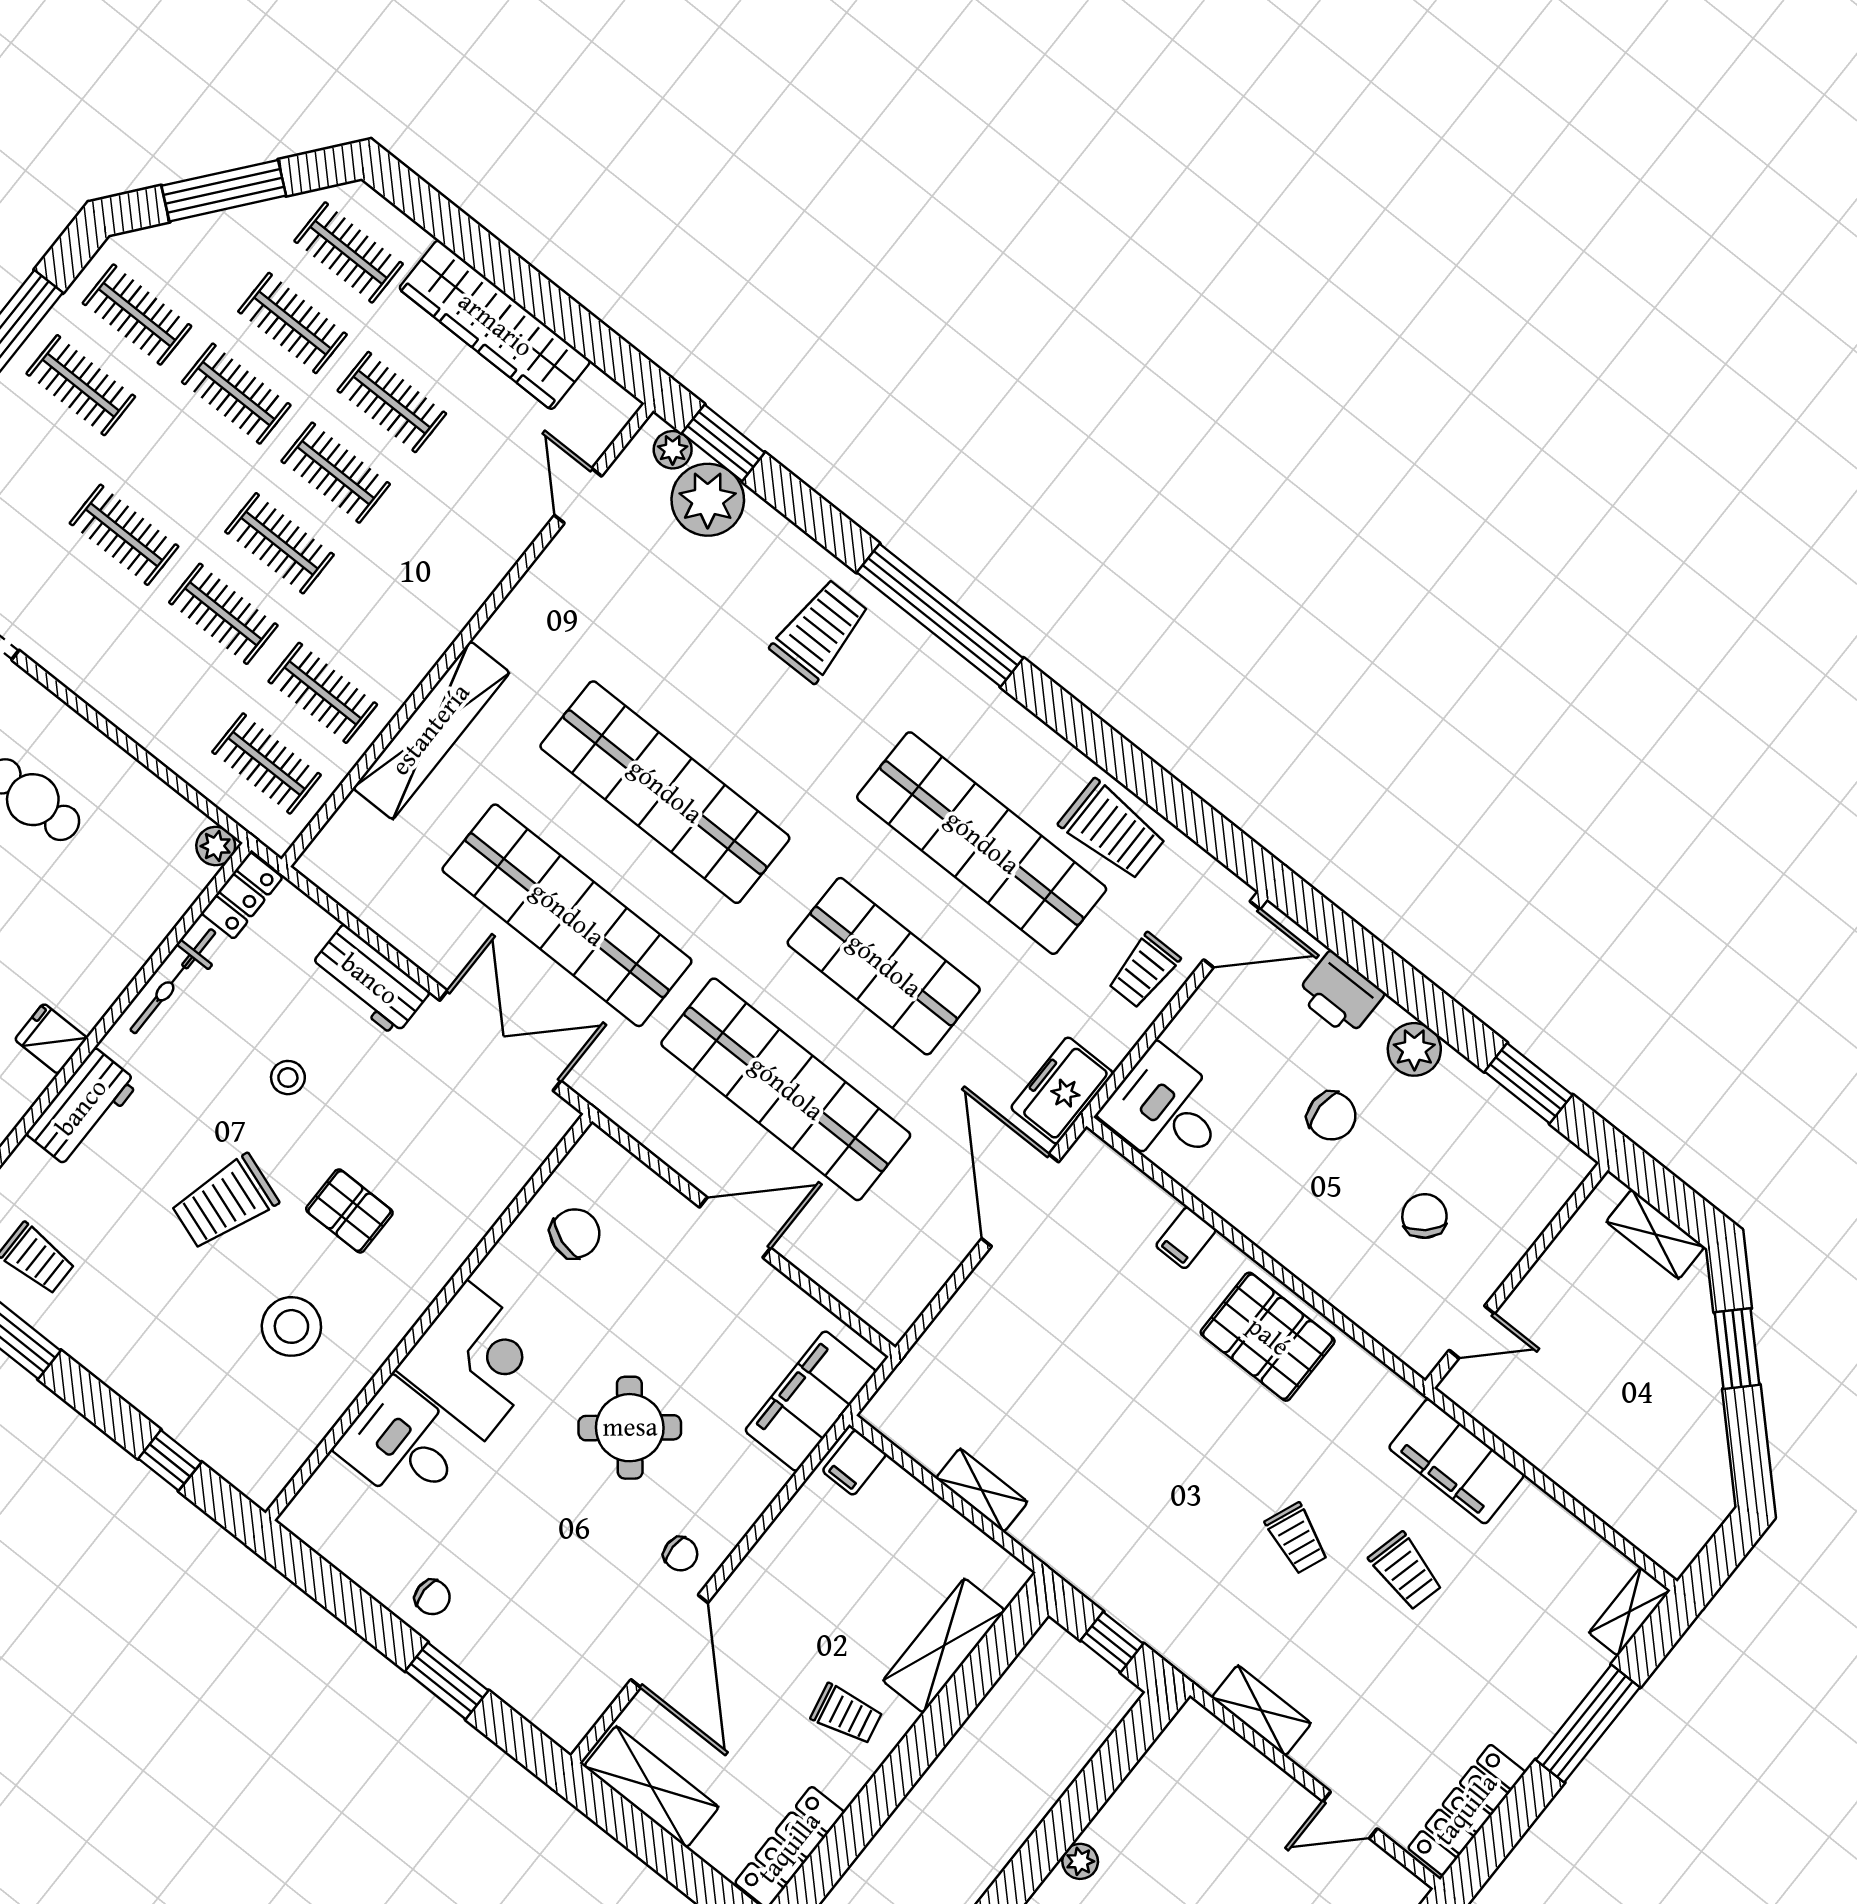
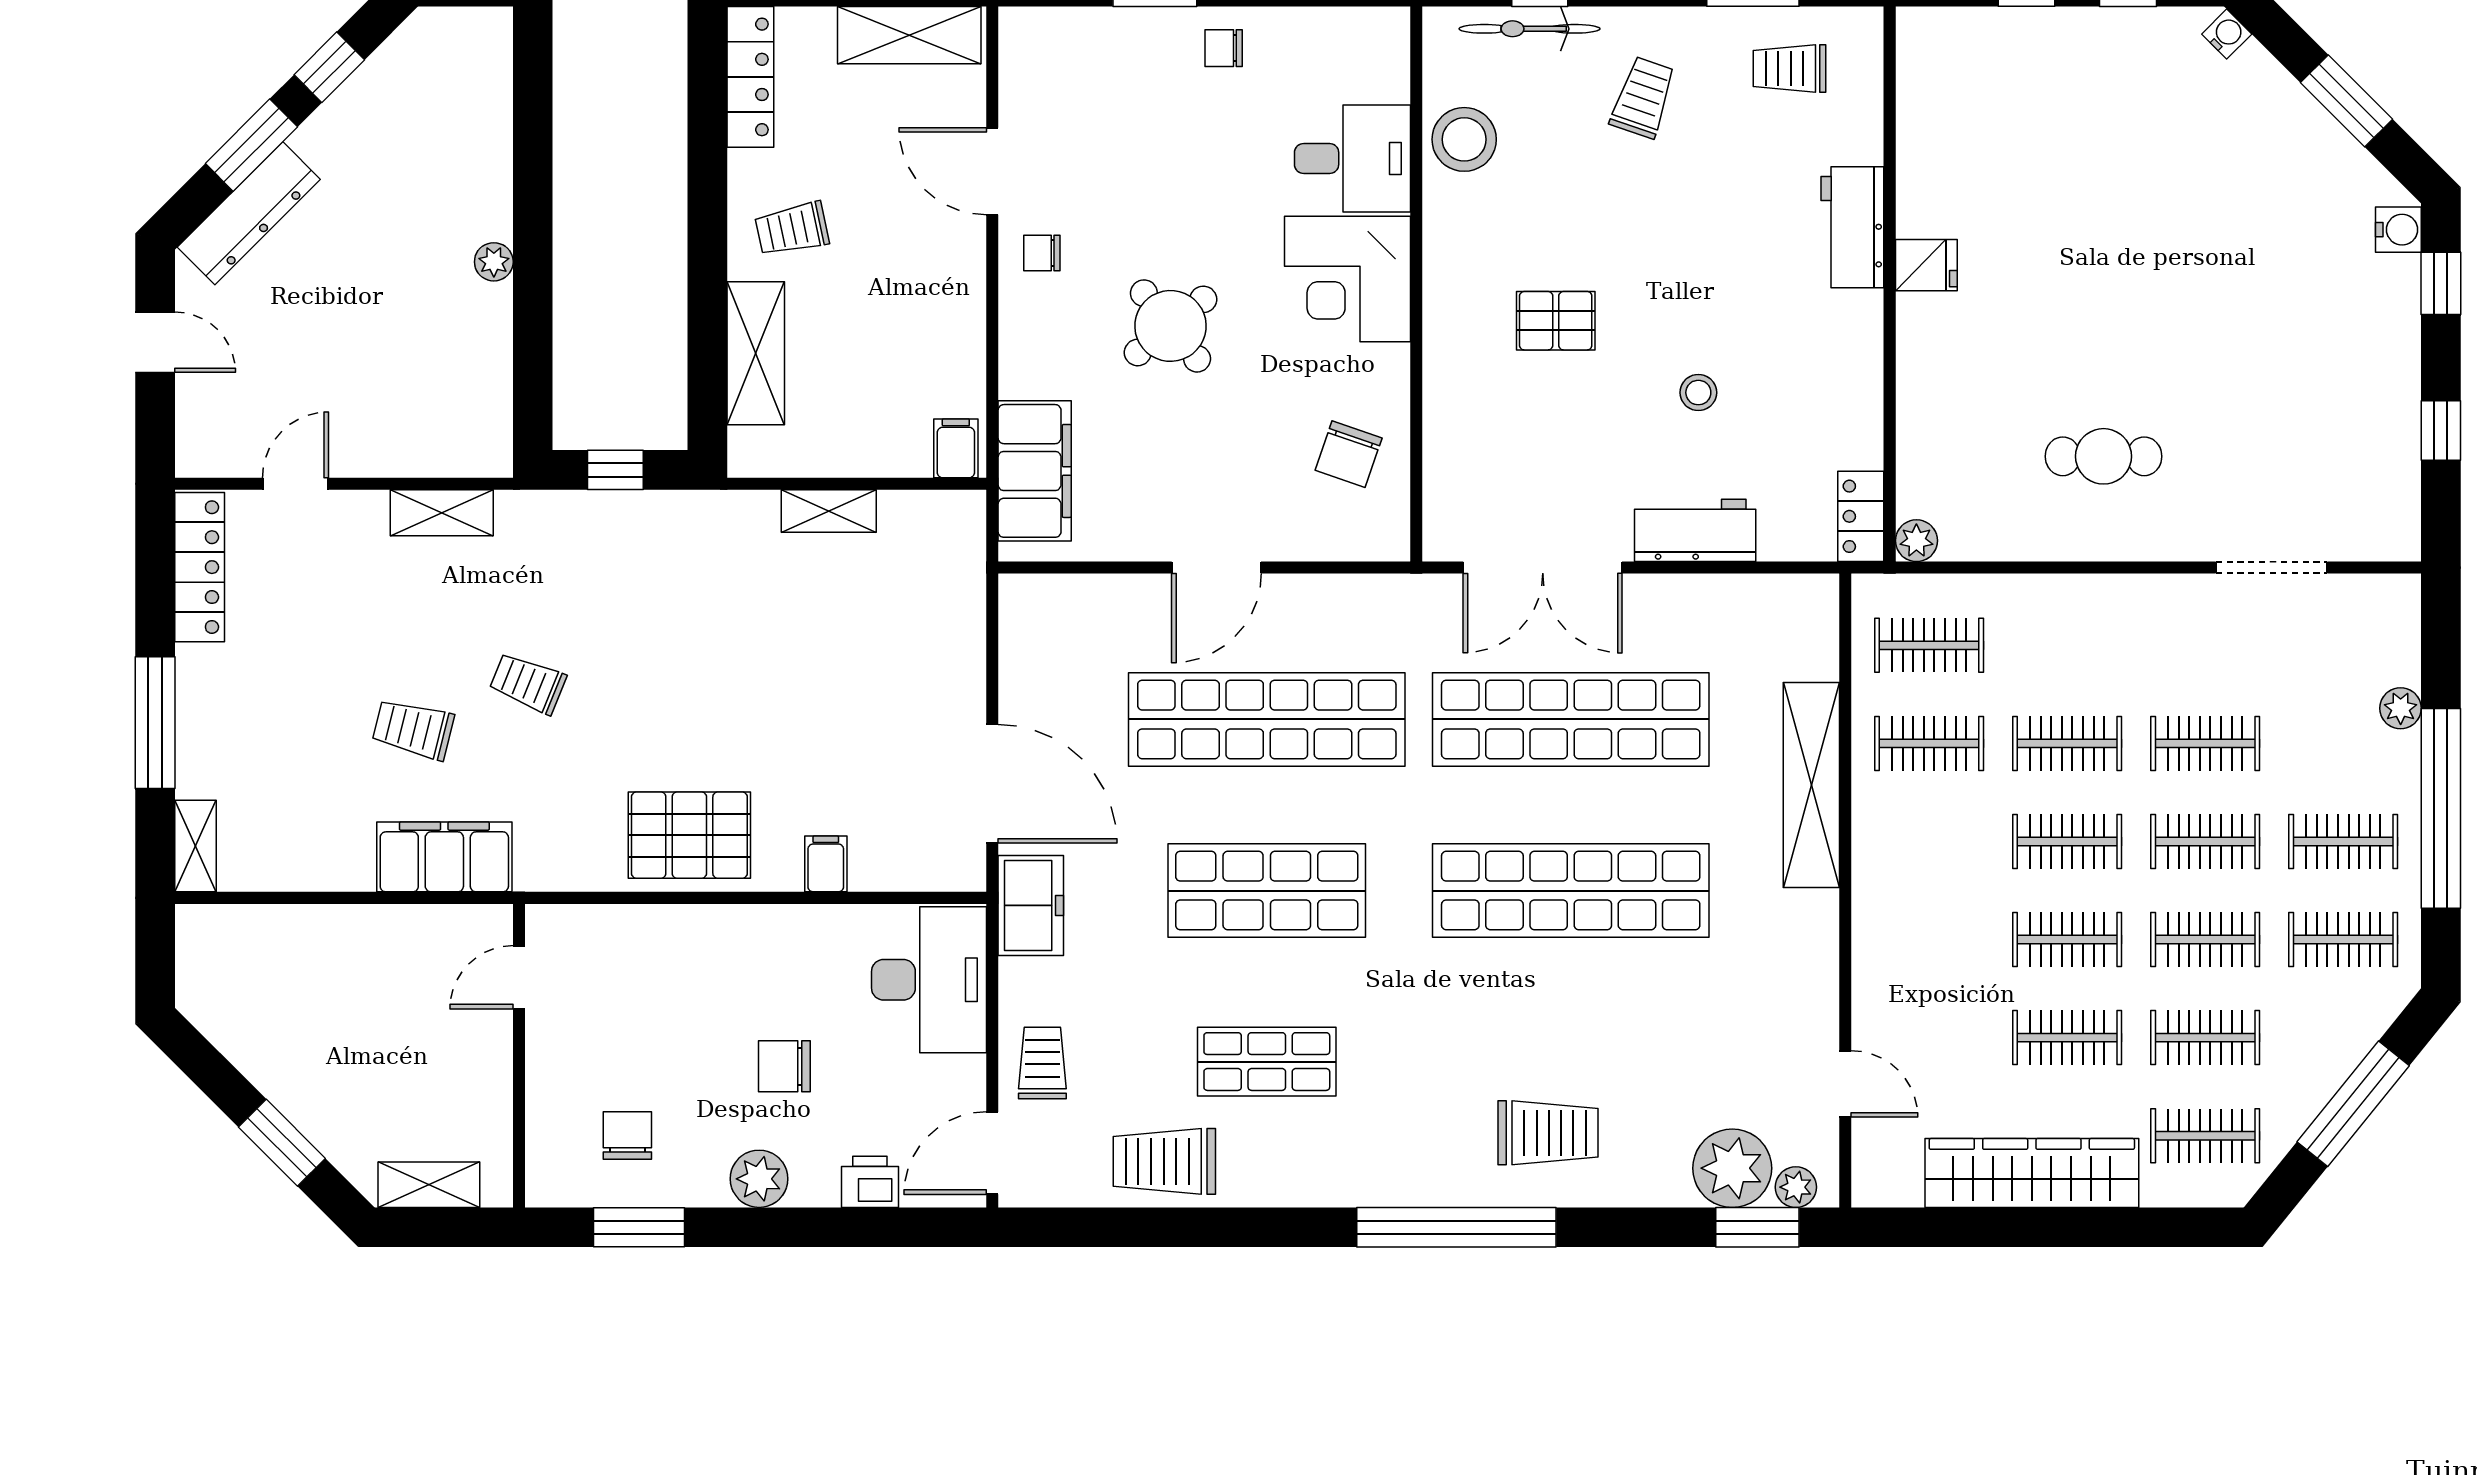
clothes rail: (180, 464) -> (2205, 841), added
trolley: (820, 631) -> (1548, 1133), turned -90
shop shelf: (982, 843) -> (1267, 1062), width x0.50, depth x0.74
bicycle: (173, 981) -> (1529, 29), moved, turned -90
printer: (1340, 994) -> (870, 1182), width x0.73, depth x0.81
desk: (1167, 1110) -> (929, 980), width x1.37
trolley: (225, 1202) -> (1643, 98), moved, width x0.73, depth x0.72
chair: (1424, 1216) -> (627, 1136), moved, turned -138
stool: (291, 1326) -> (1464, 139), moved
door: (669, 1641) -> (992, 171), width x0.73

